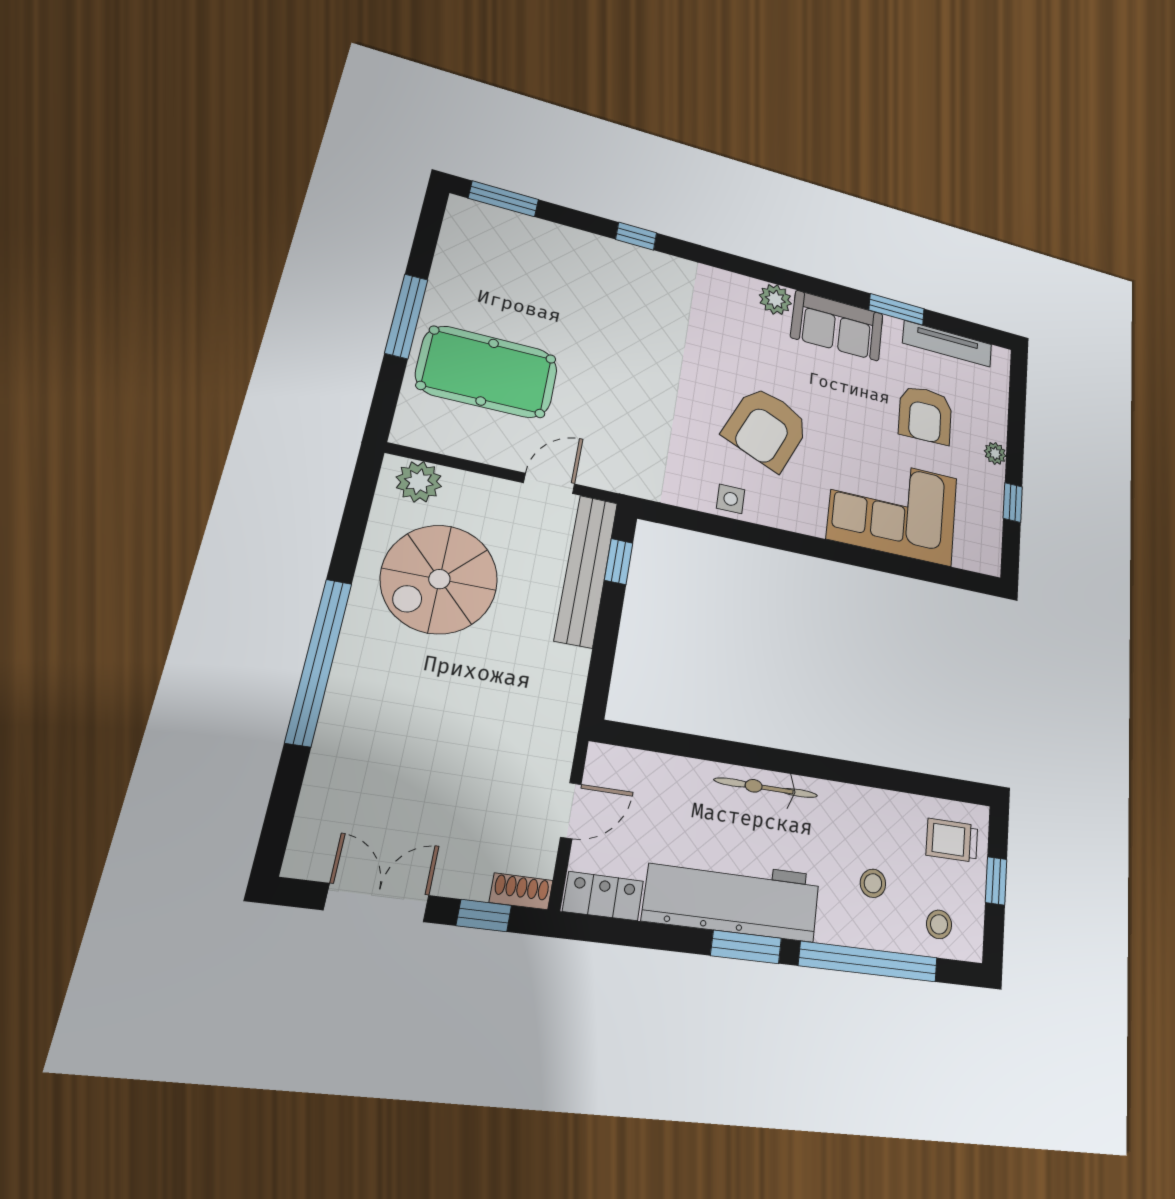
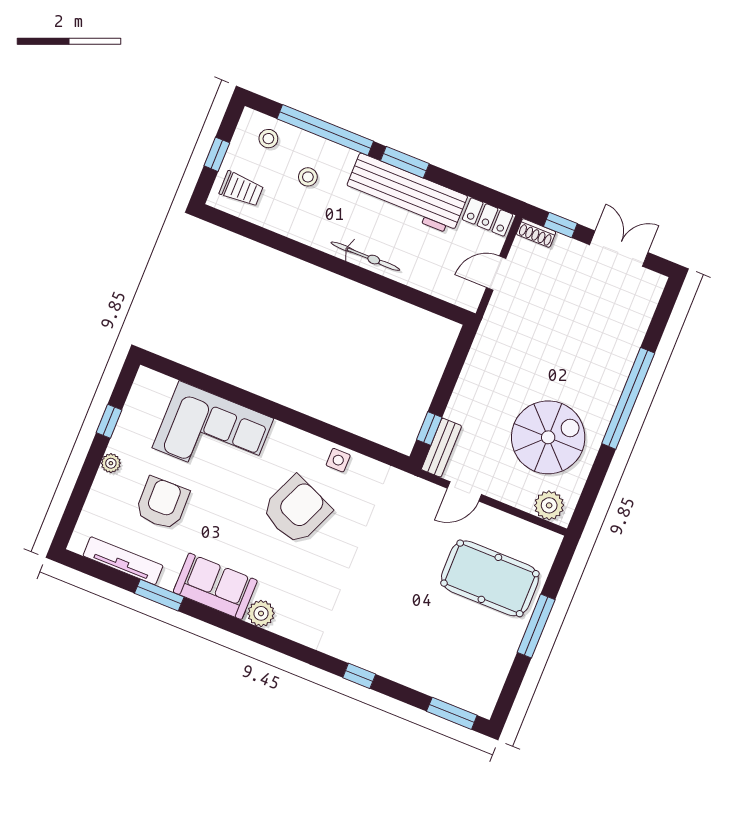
bench: (586, 571) -> (441, 448), width x0.54, depth x0.82
double door: (377, 903) -> (619, 249), swing flipped

